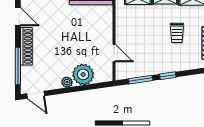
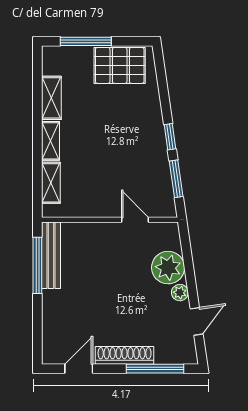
trolley: (177, 33) -> (104, 123), removed
door: (114, 53) -> (135, 220), hinge flipped
door: (36, 95) -> (197, 321), moved

